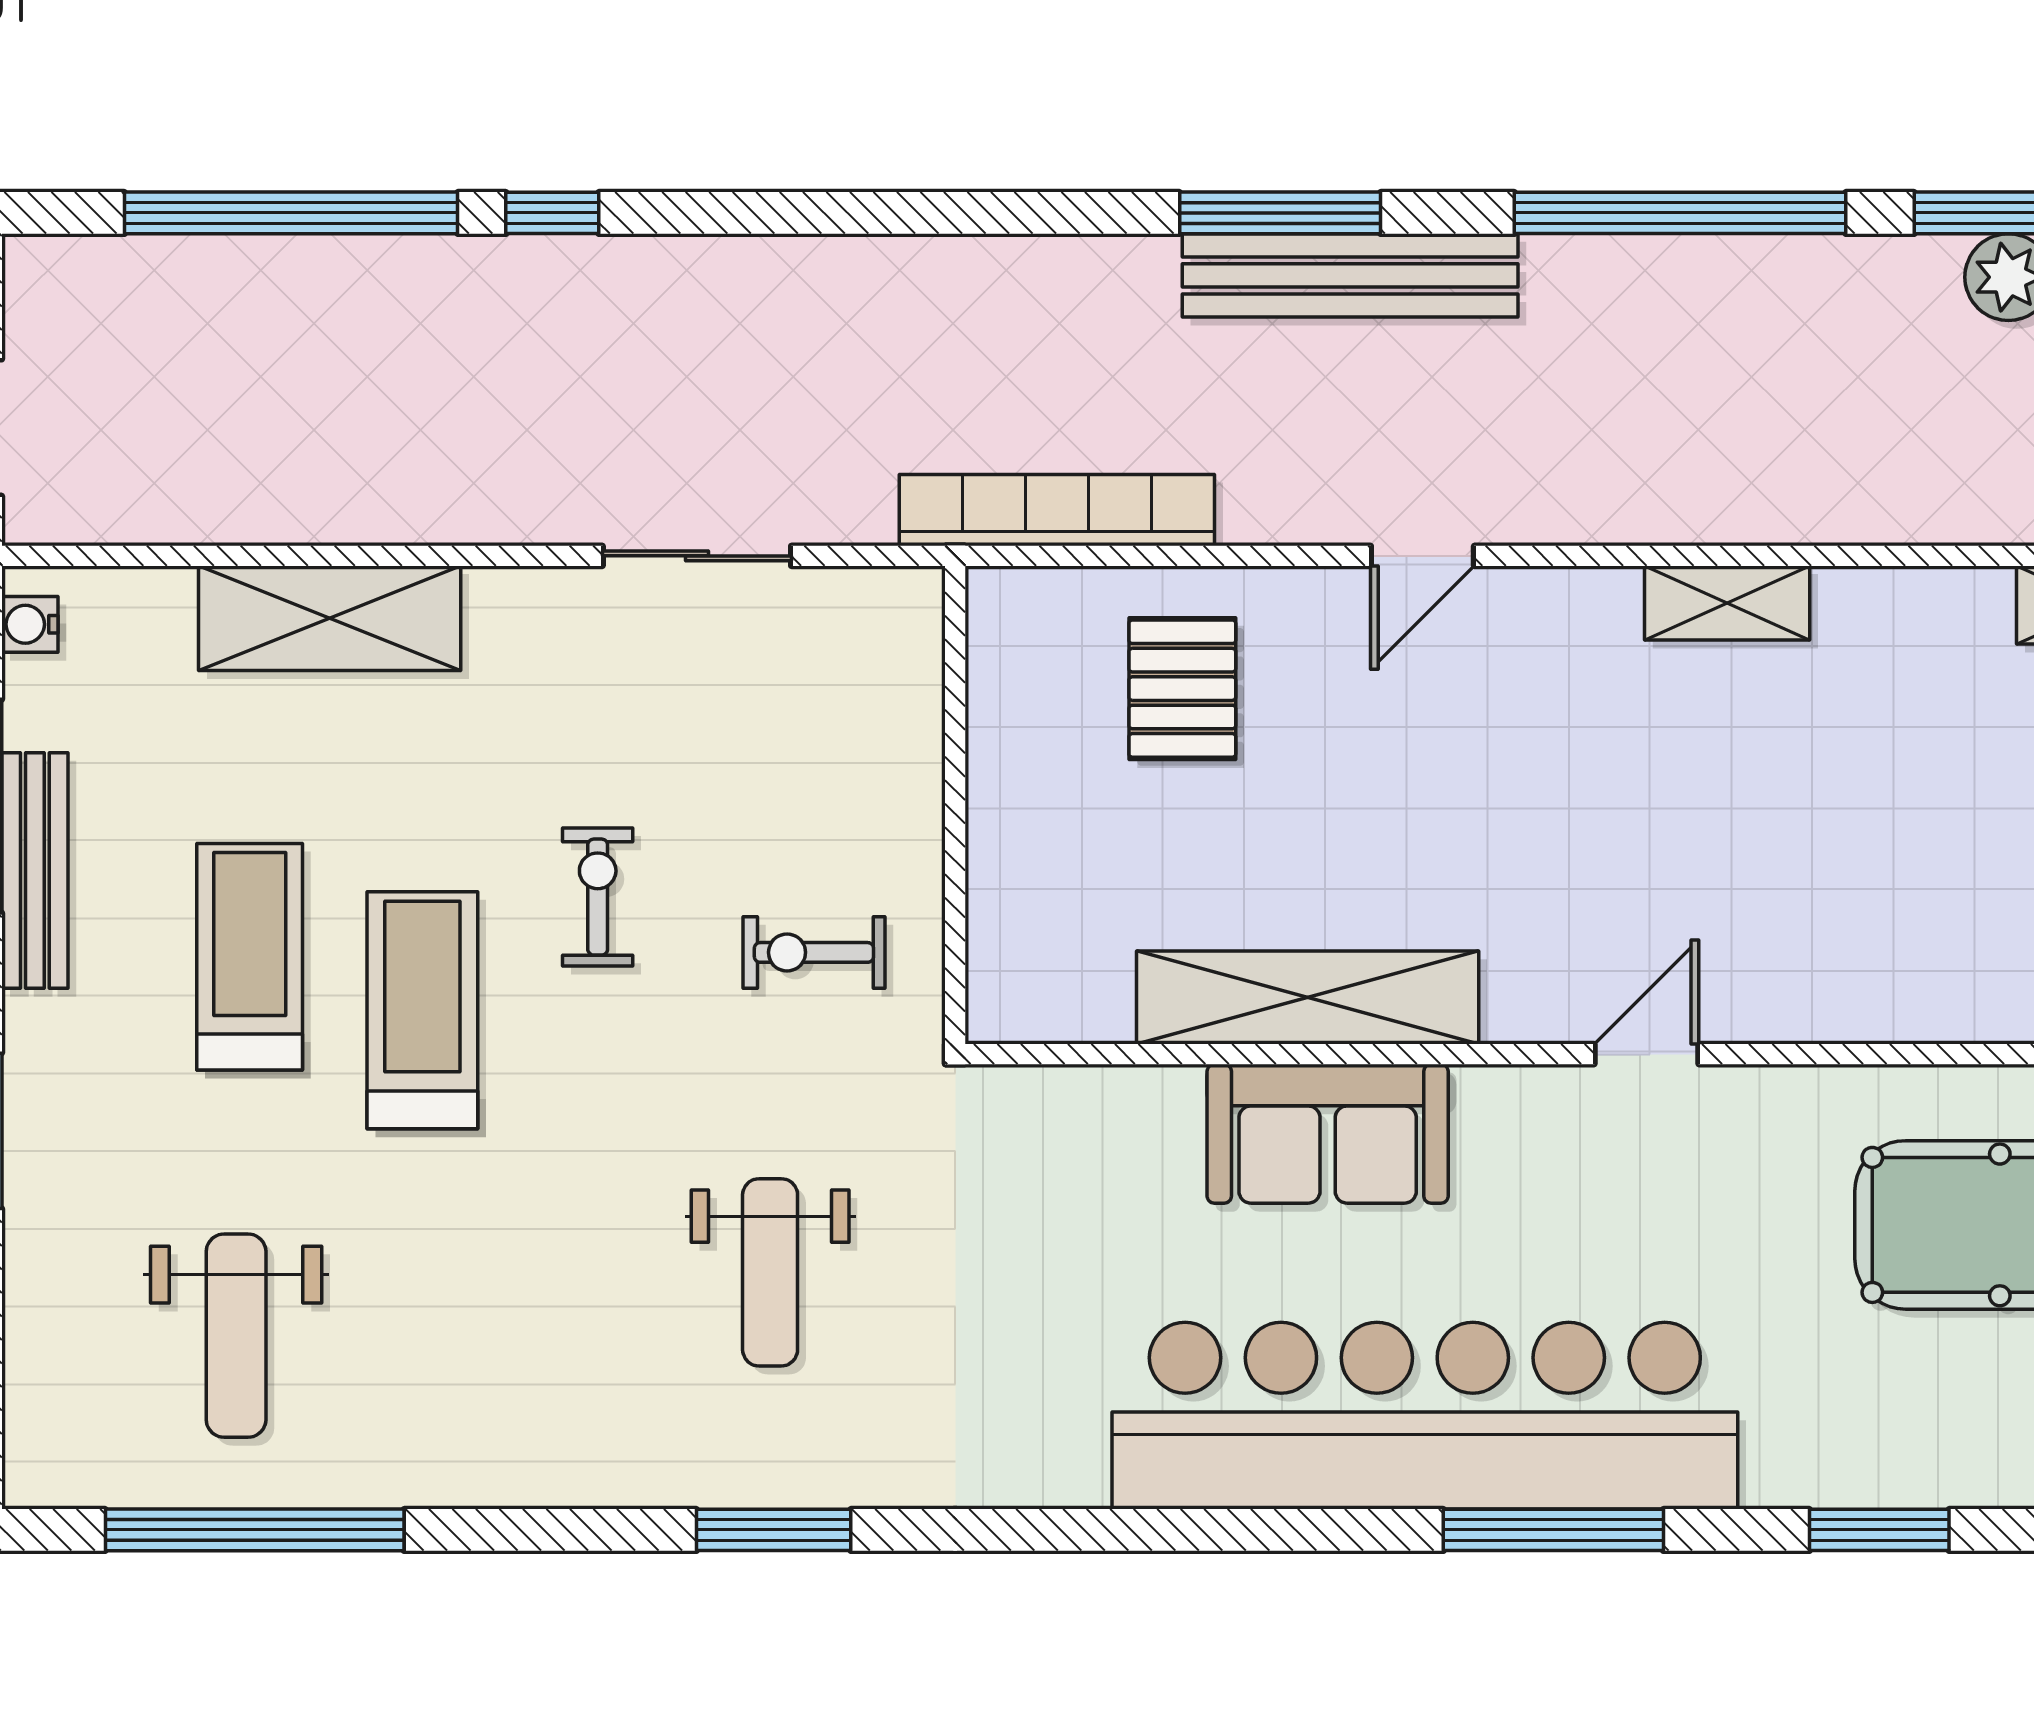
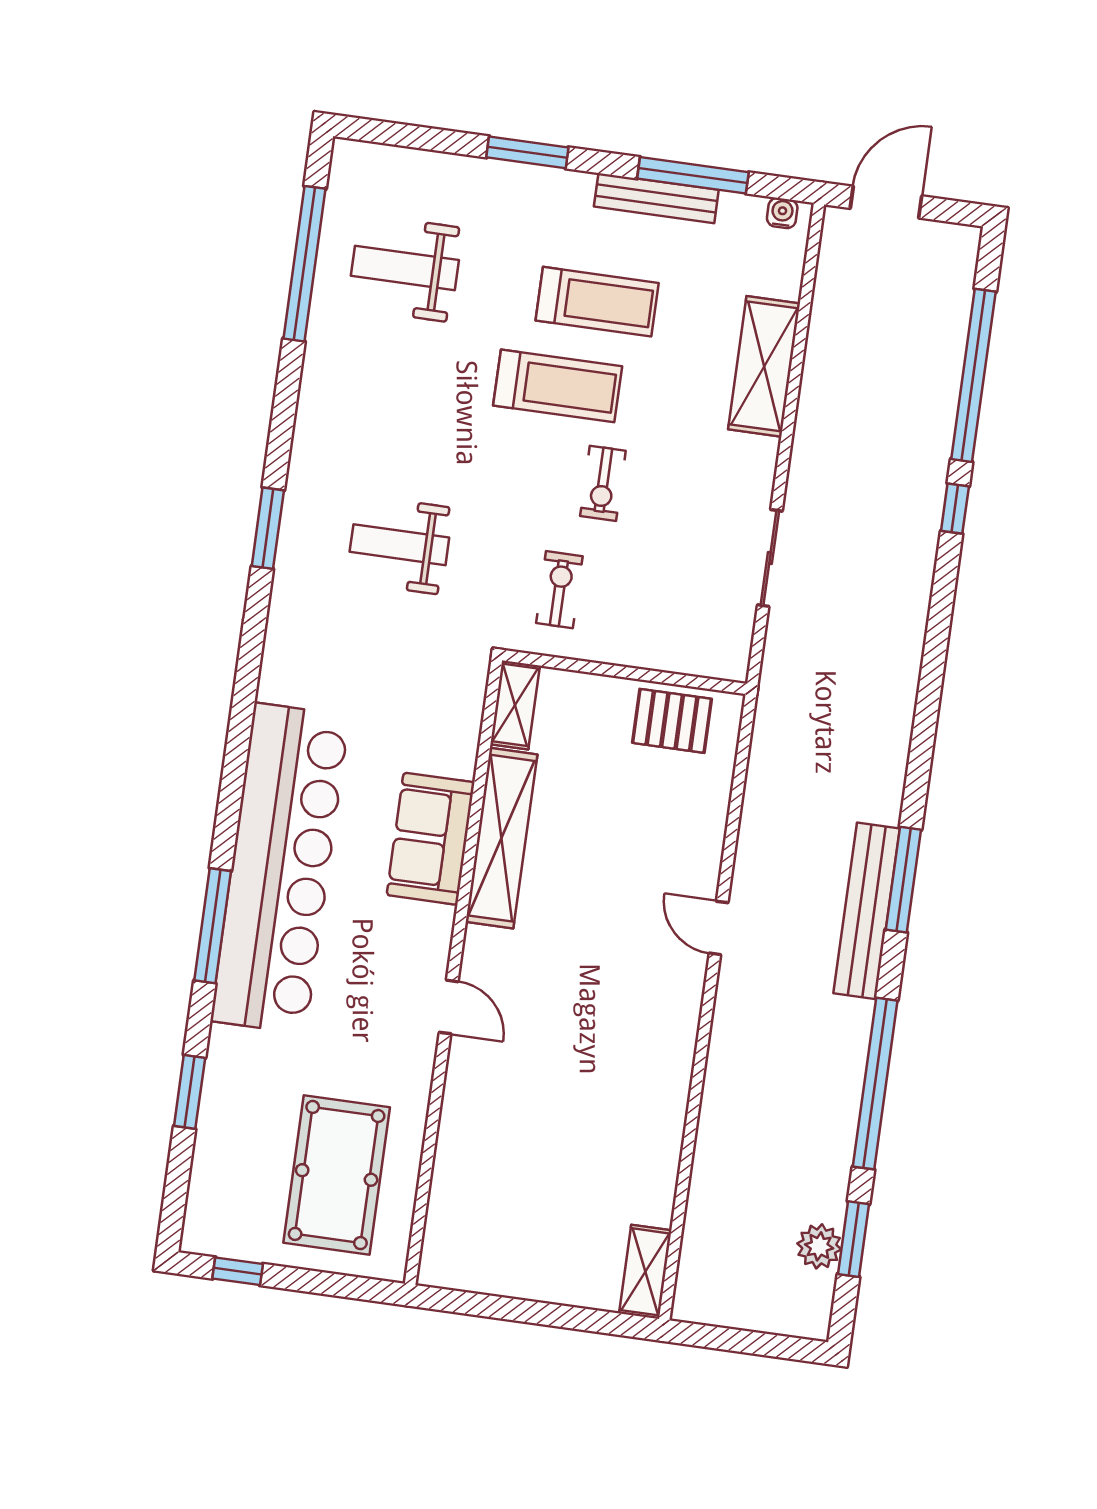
bookcase: (1057, 510) -> (768, 745), removed
shelving: (1727, 603) -> (515, 705), moved
pallet: (1182, 689) -> (672, 721), moved
exercise bike: (598, 897) -> (603, 483), turned 90

